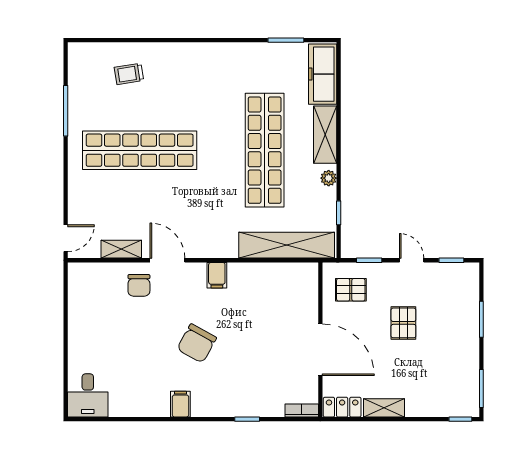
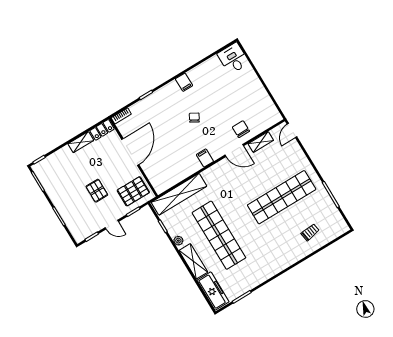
pallet: (351, 290) -> (133, 191), width x1.50, depth x1.42
chair: (197, 343) -> (194, 118), width x0.54, depth x0.54
door: (320, 350) -> (130, 152), swing flipped

